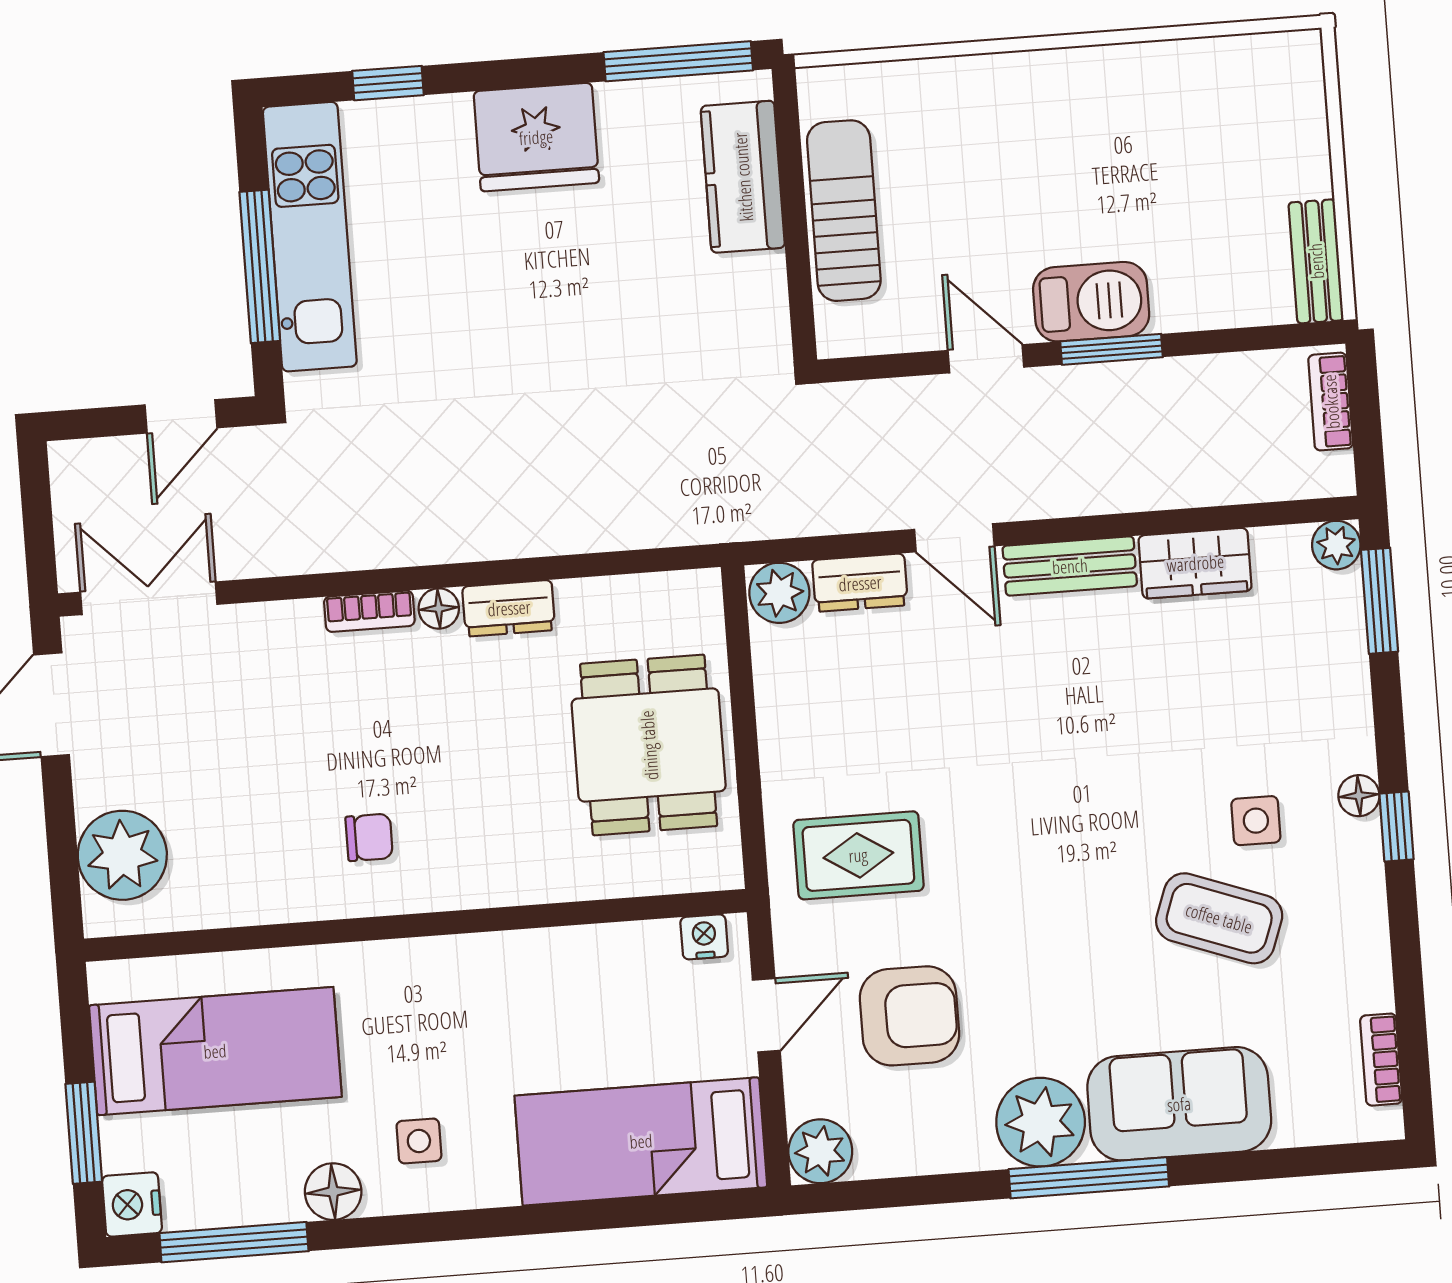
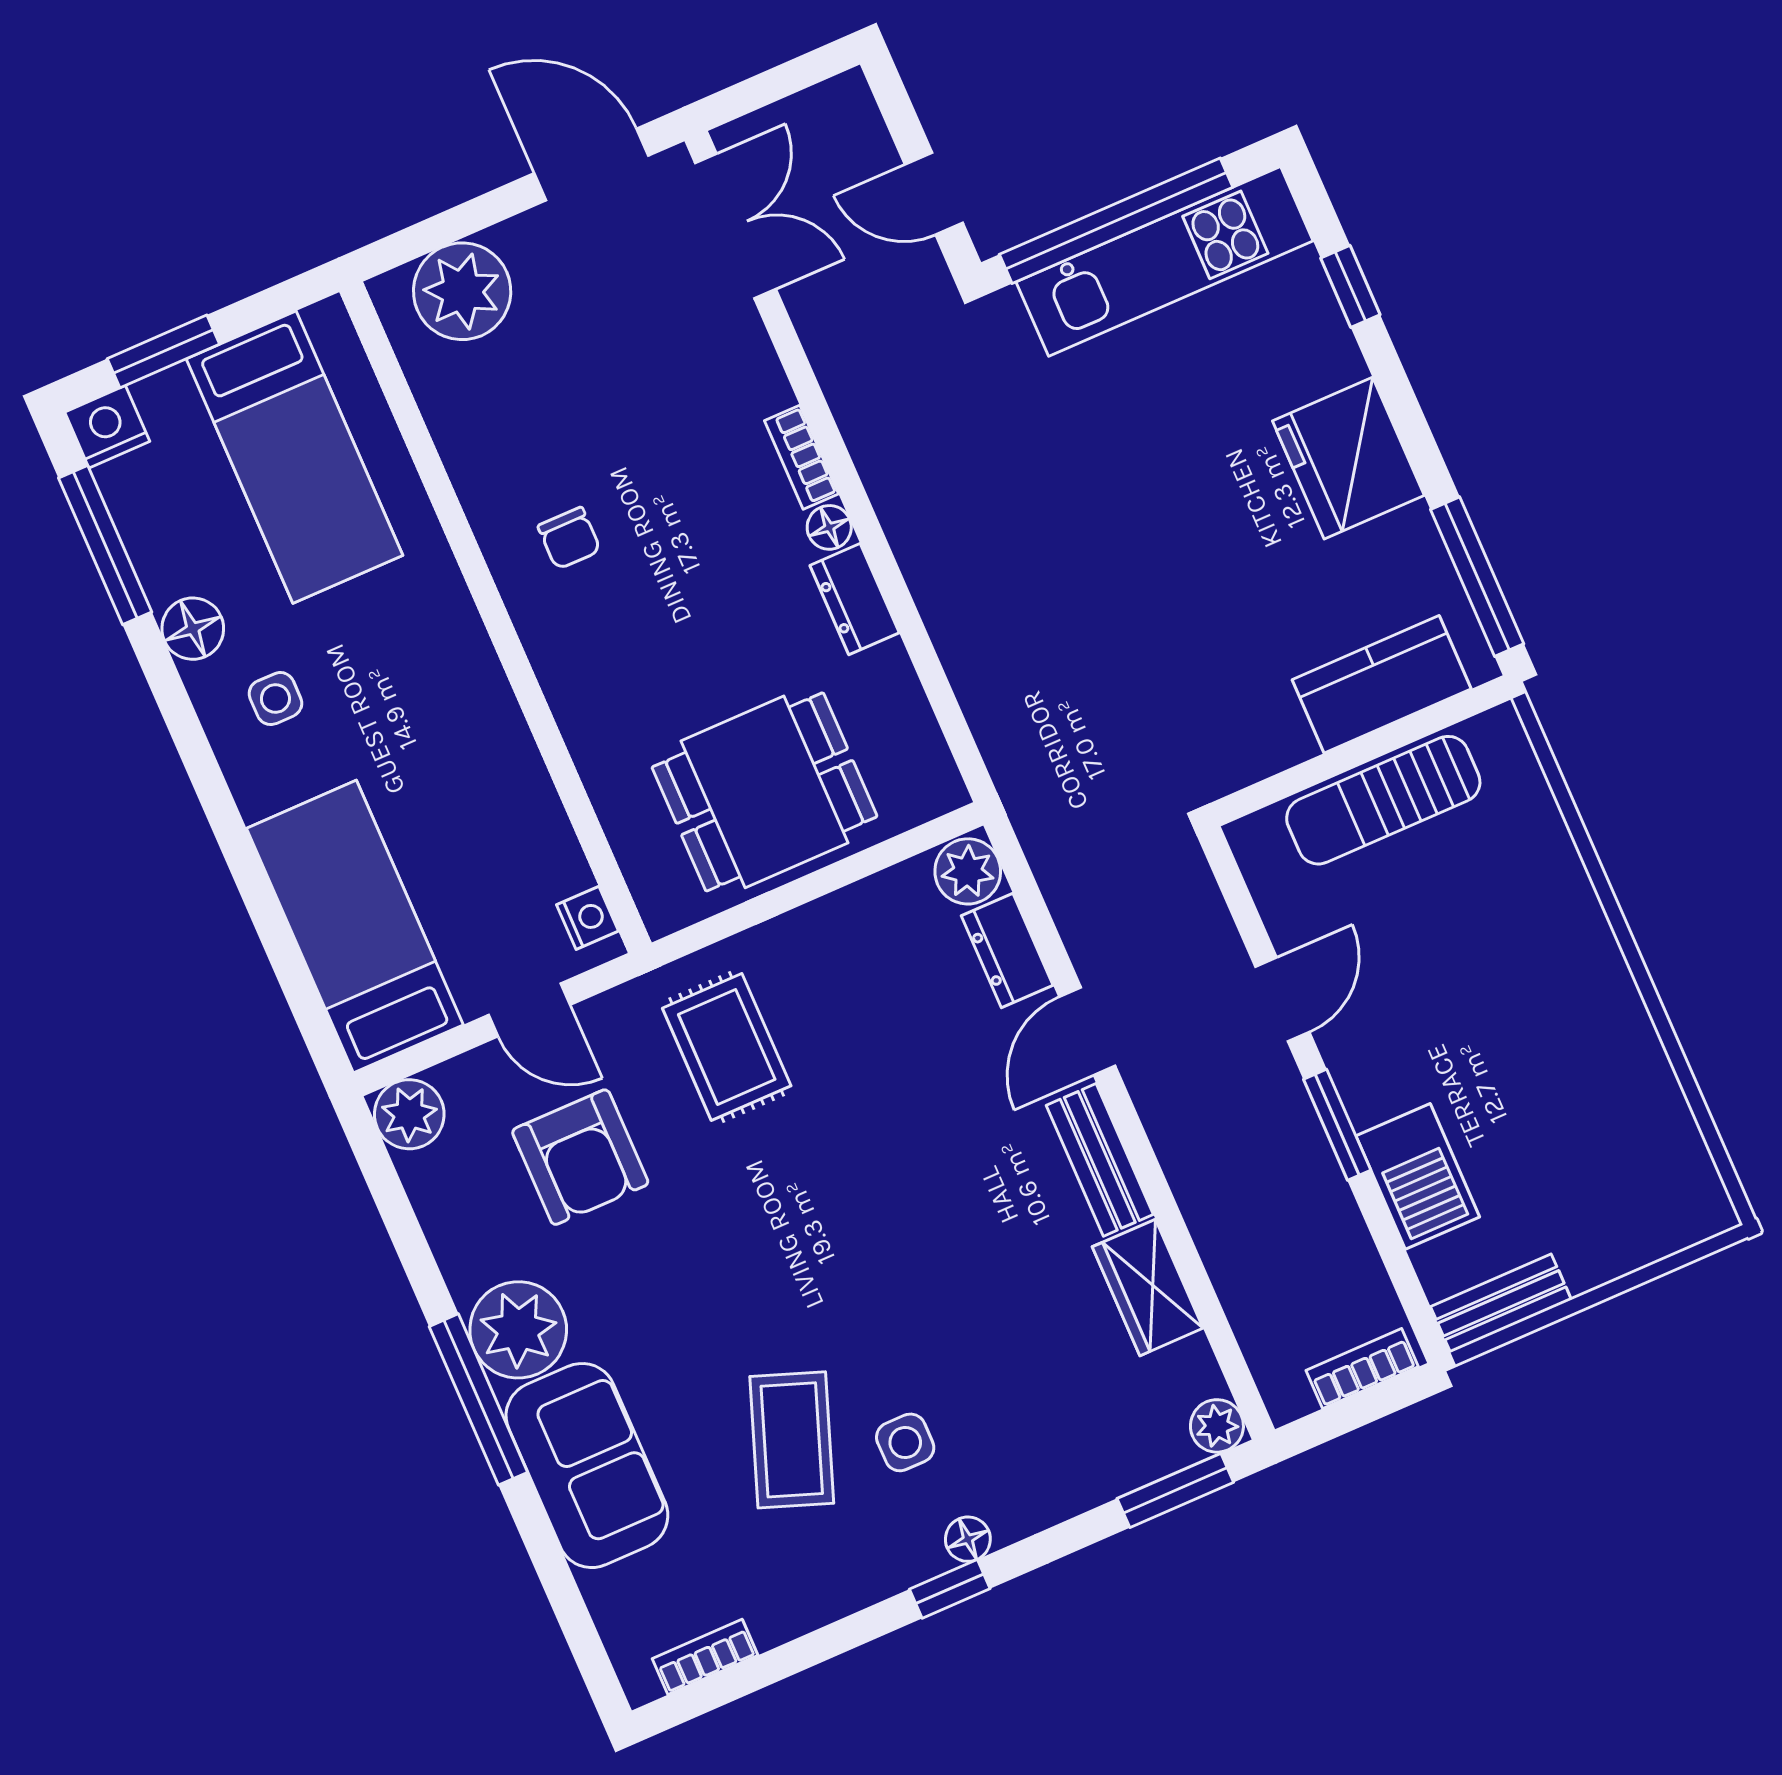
sun lounger: (844, 211) -> (1383, 800), turned 180
window: (260, 266) -> (1116, 221), width x1.46
barbecue: (1091, 302) -> (1418, 1176), moved

